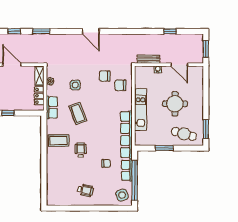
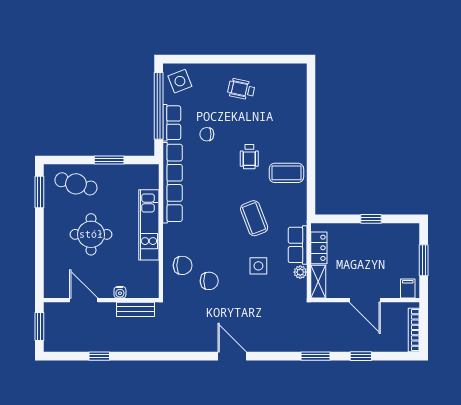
row of seats: (52, 108) -> (298, 245), moved

